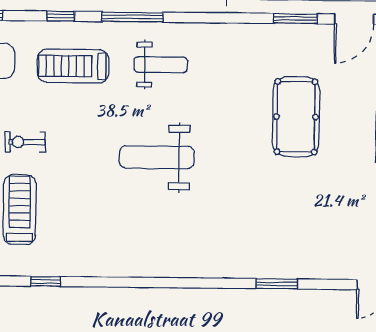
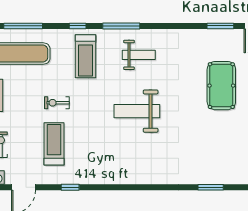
treadmill: (73, 66) -> (85, 56), turned -90

